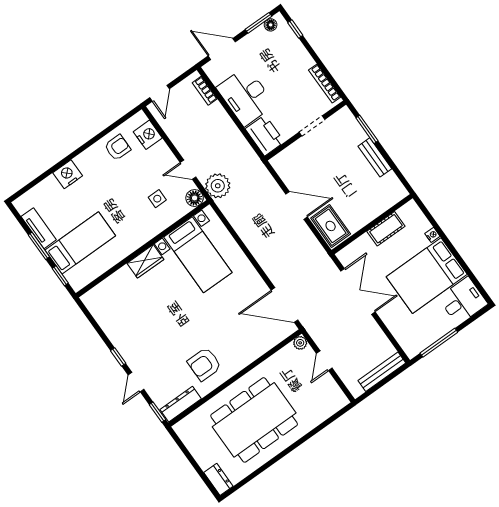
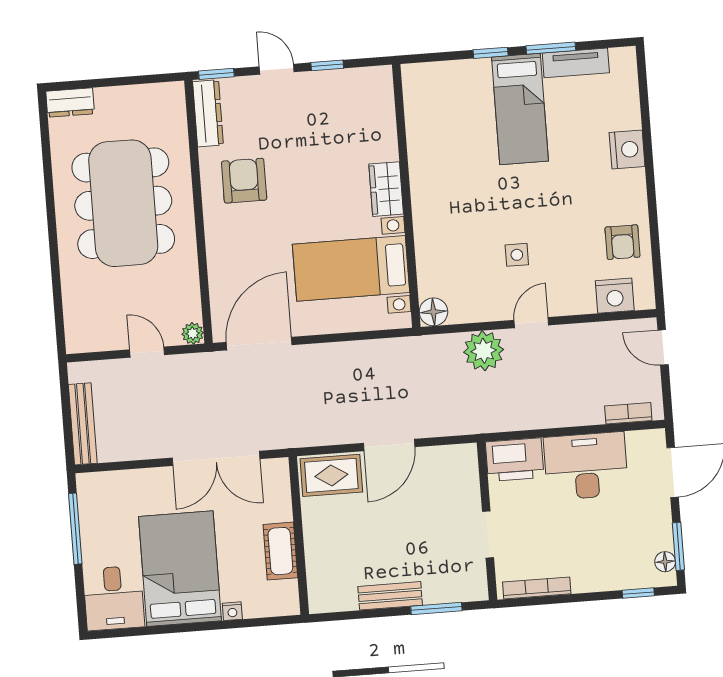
floor lamp: (195, 198) -> (433, 312), moved
wall: (143, 249) -> (406, 196), moved
bed with nightstands: (198, 255) -> (351, 268), moved
wardrobe: (145, 261) -> (386, 189), moved

